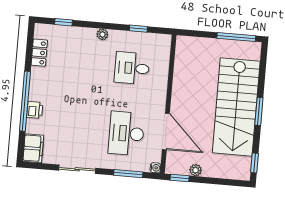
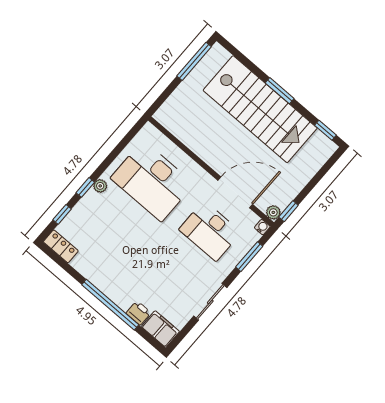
window: (138, 29) -> (85, 187), moved
locker: (39, 53) -> (61, 246), moved
desk: (132, 68) -> (152, 181), width x1.87, depth x1.30
printer: (35, 110) -> (138, 313), moved
plant: (196, 170) -> (273, 212), moved

